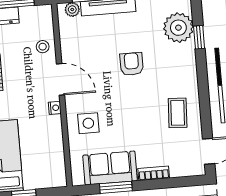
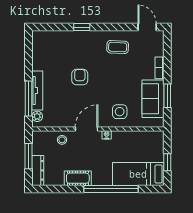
plant: (178, 28) -> (57, 41), removed
window: (199, 37) -> (82, 27), moved
armchair: (132, 64) -> (80, 77), turned 90

